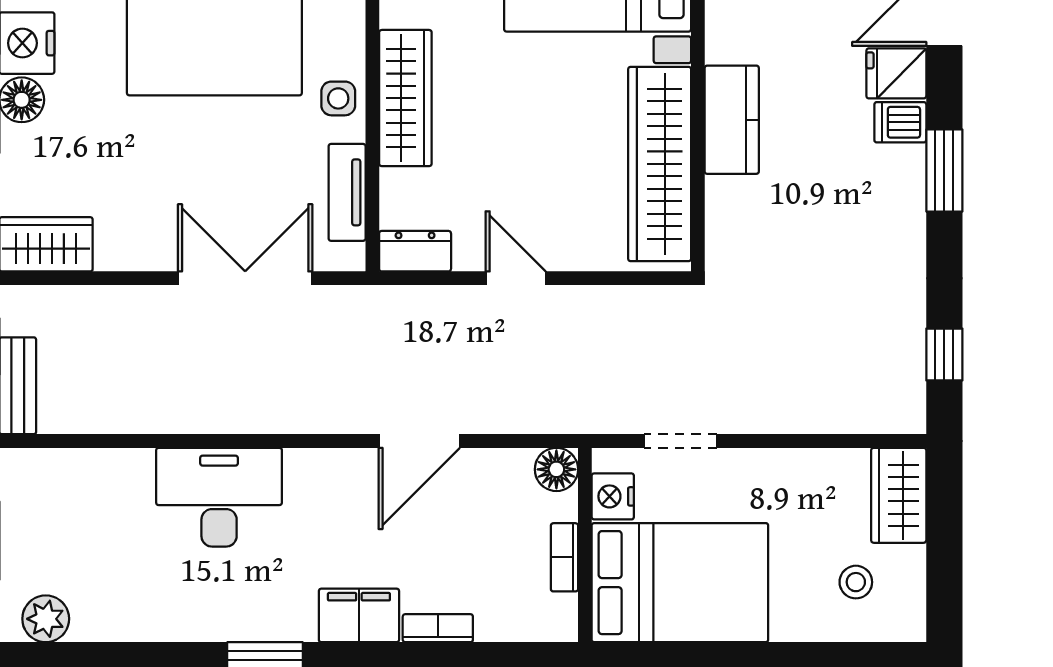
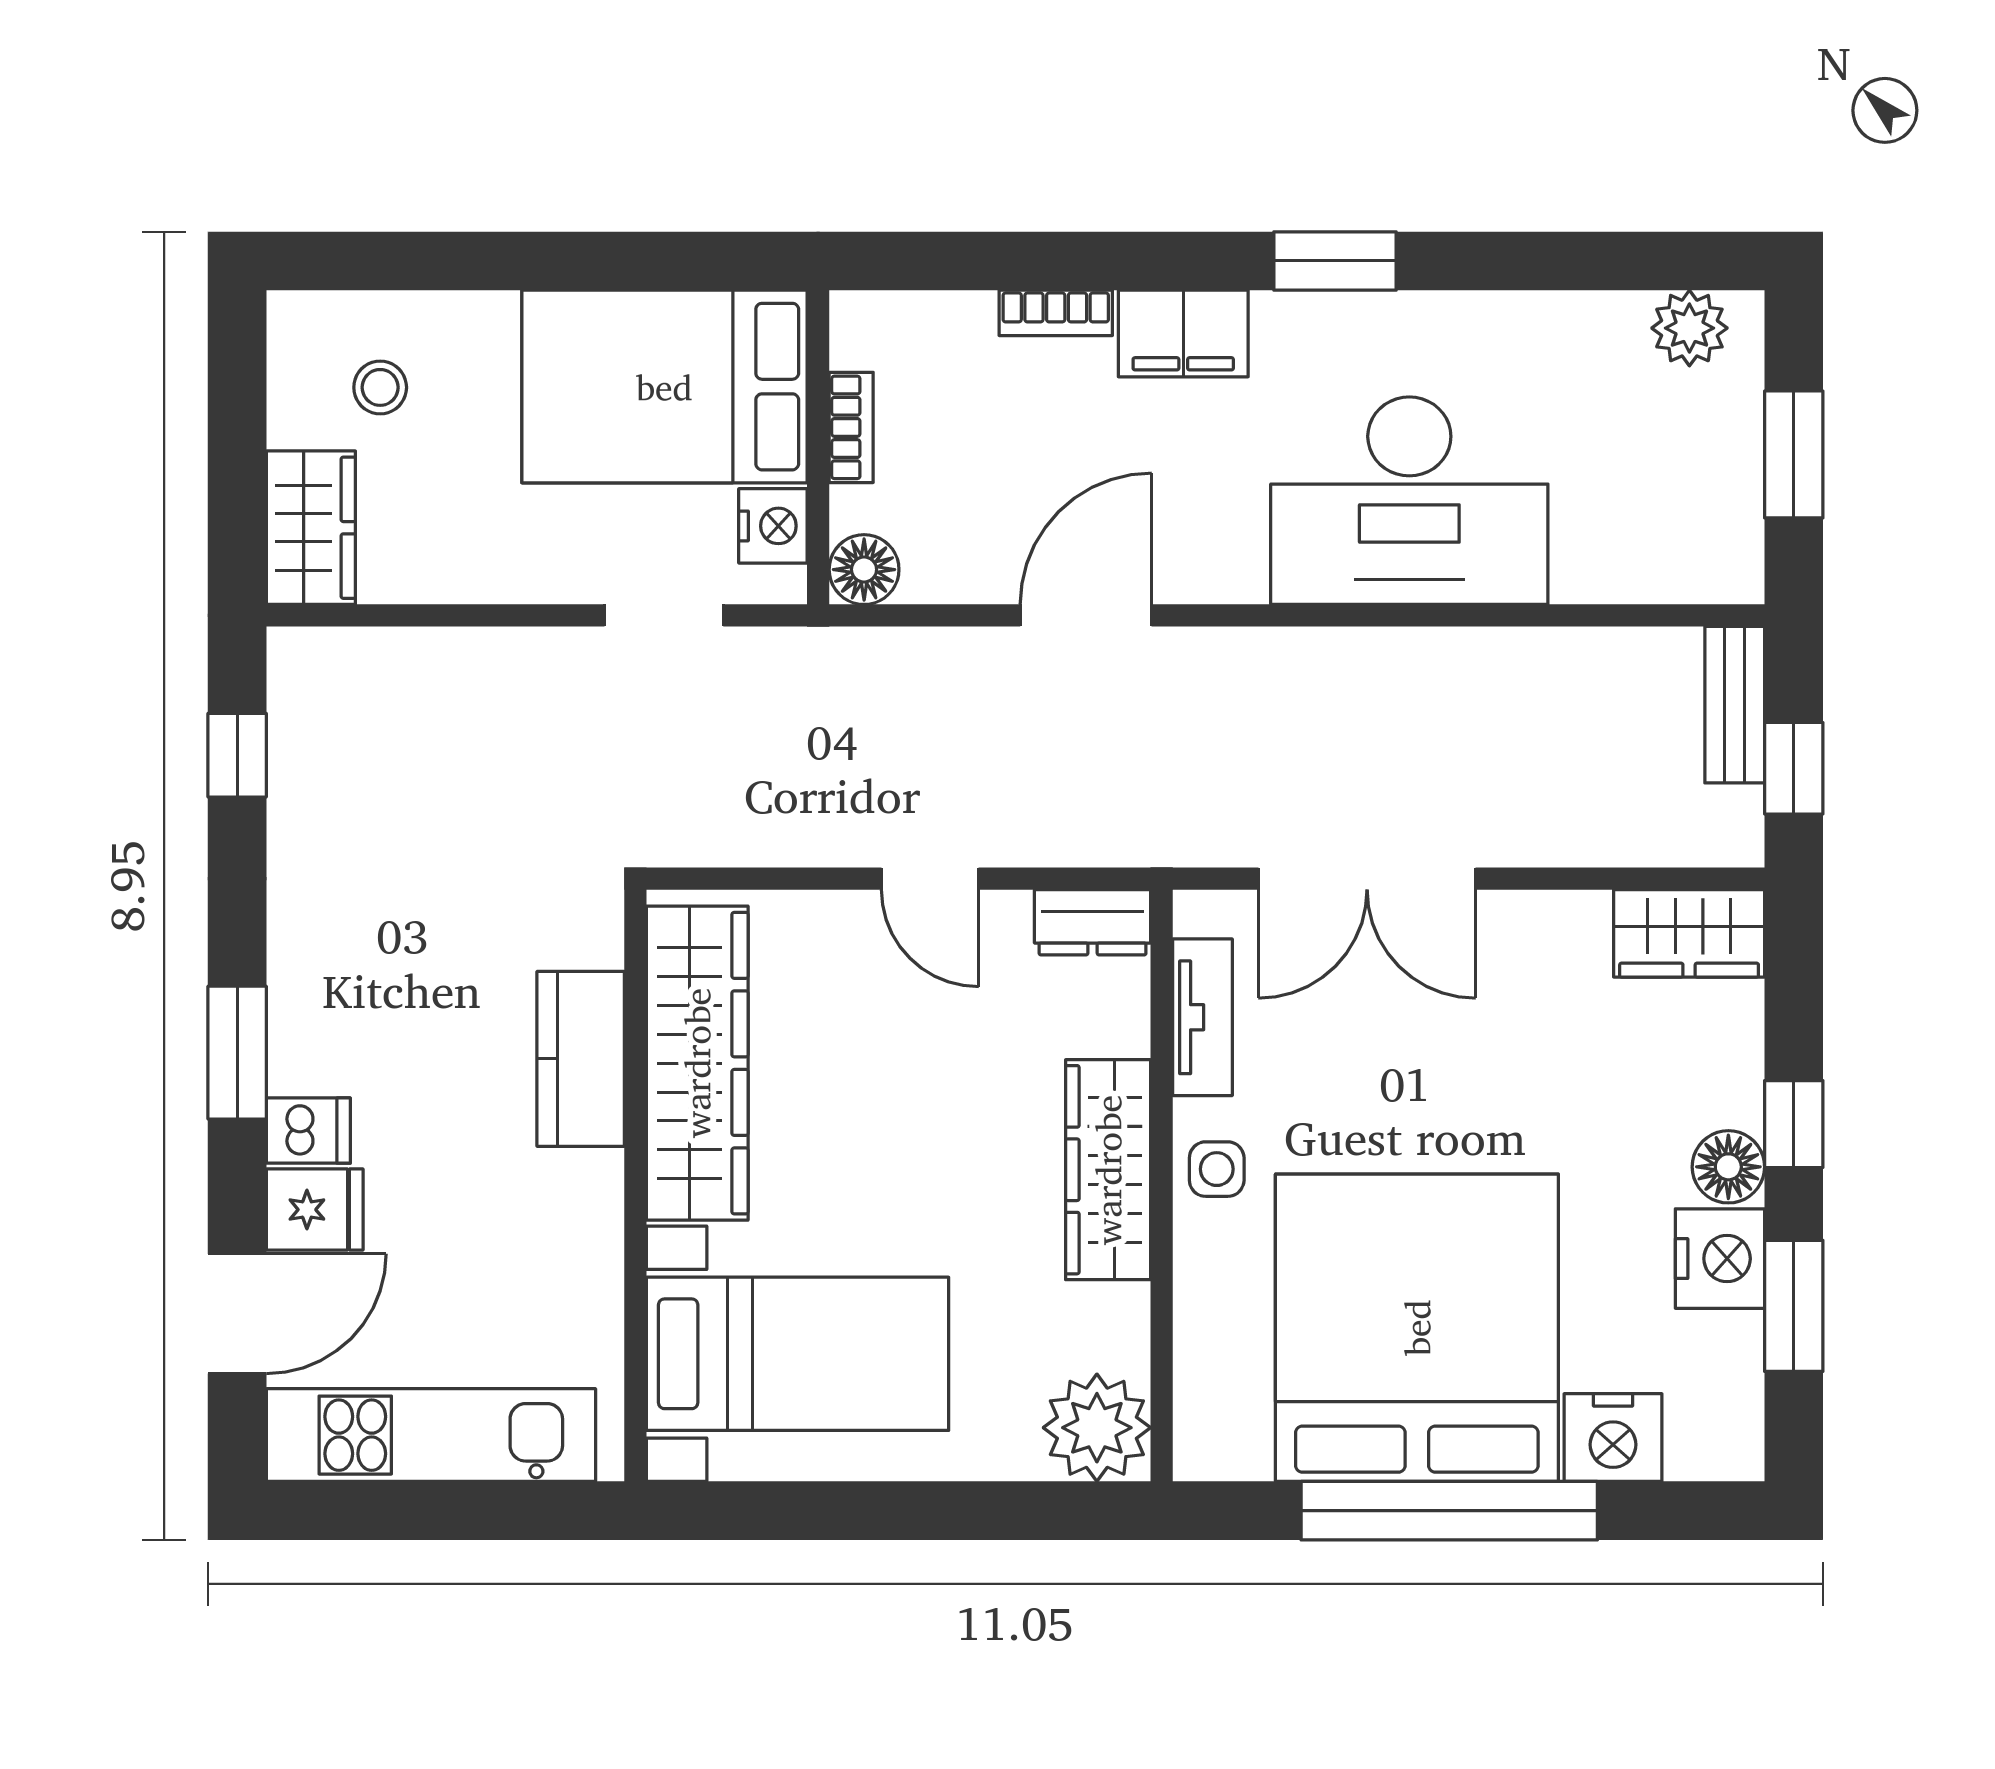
kitchen counter: (732, 120) -> (581, 1059), moved
desk: (219, 497) -> (1409, 501), width x1.36, depth x1.30

